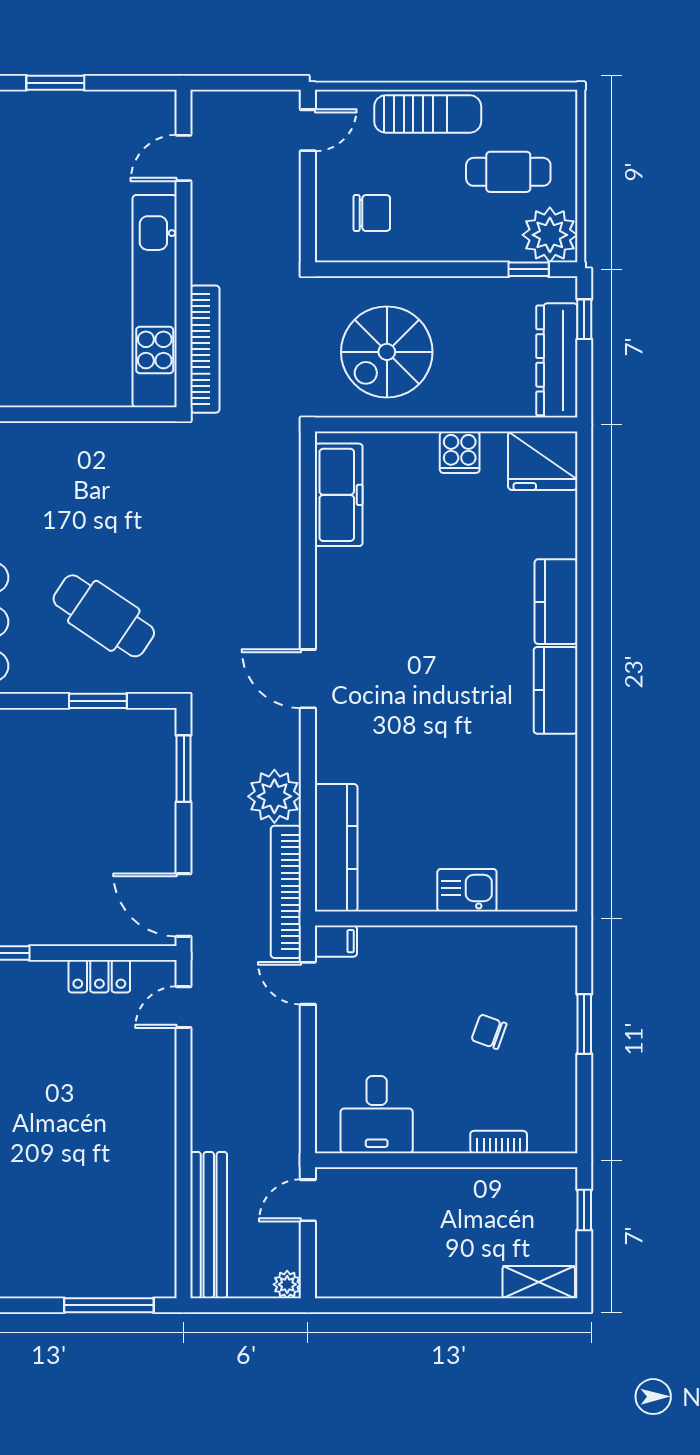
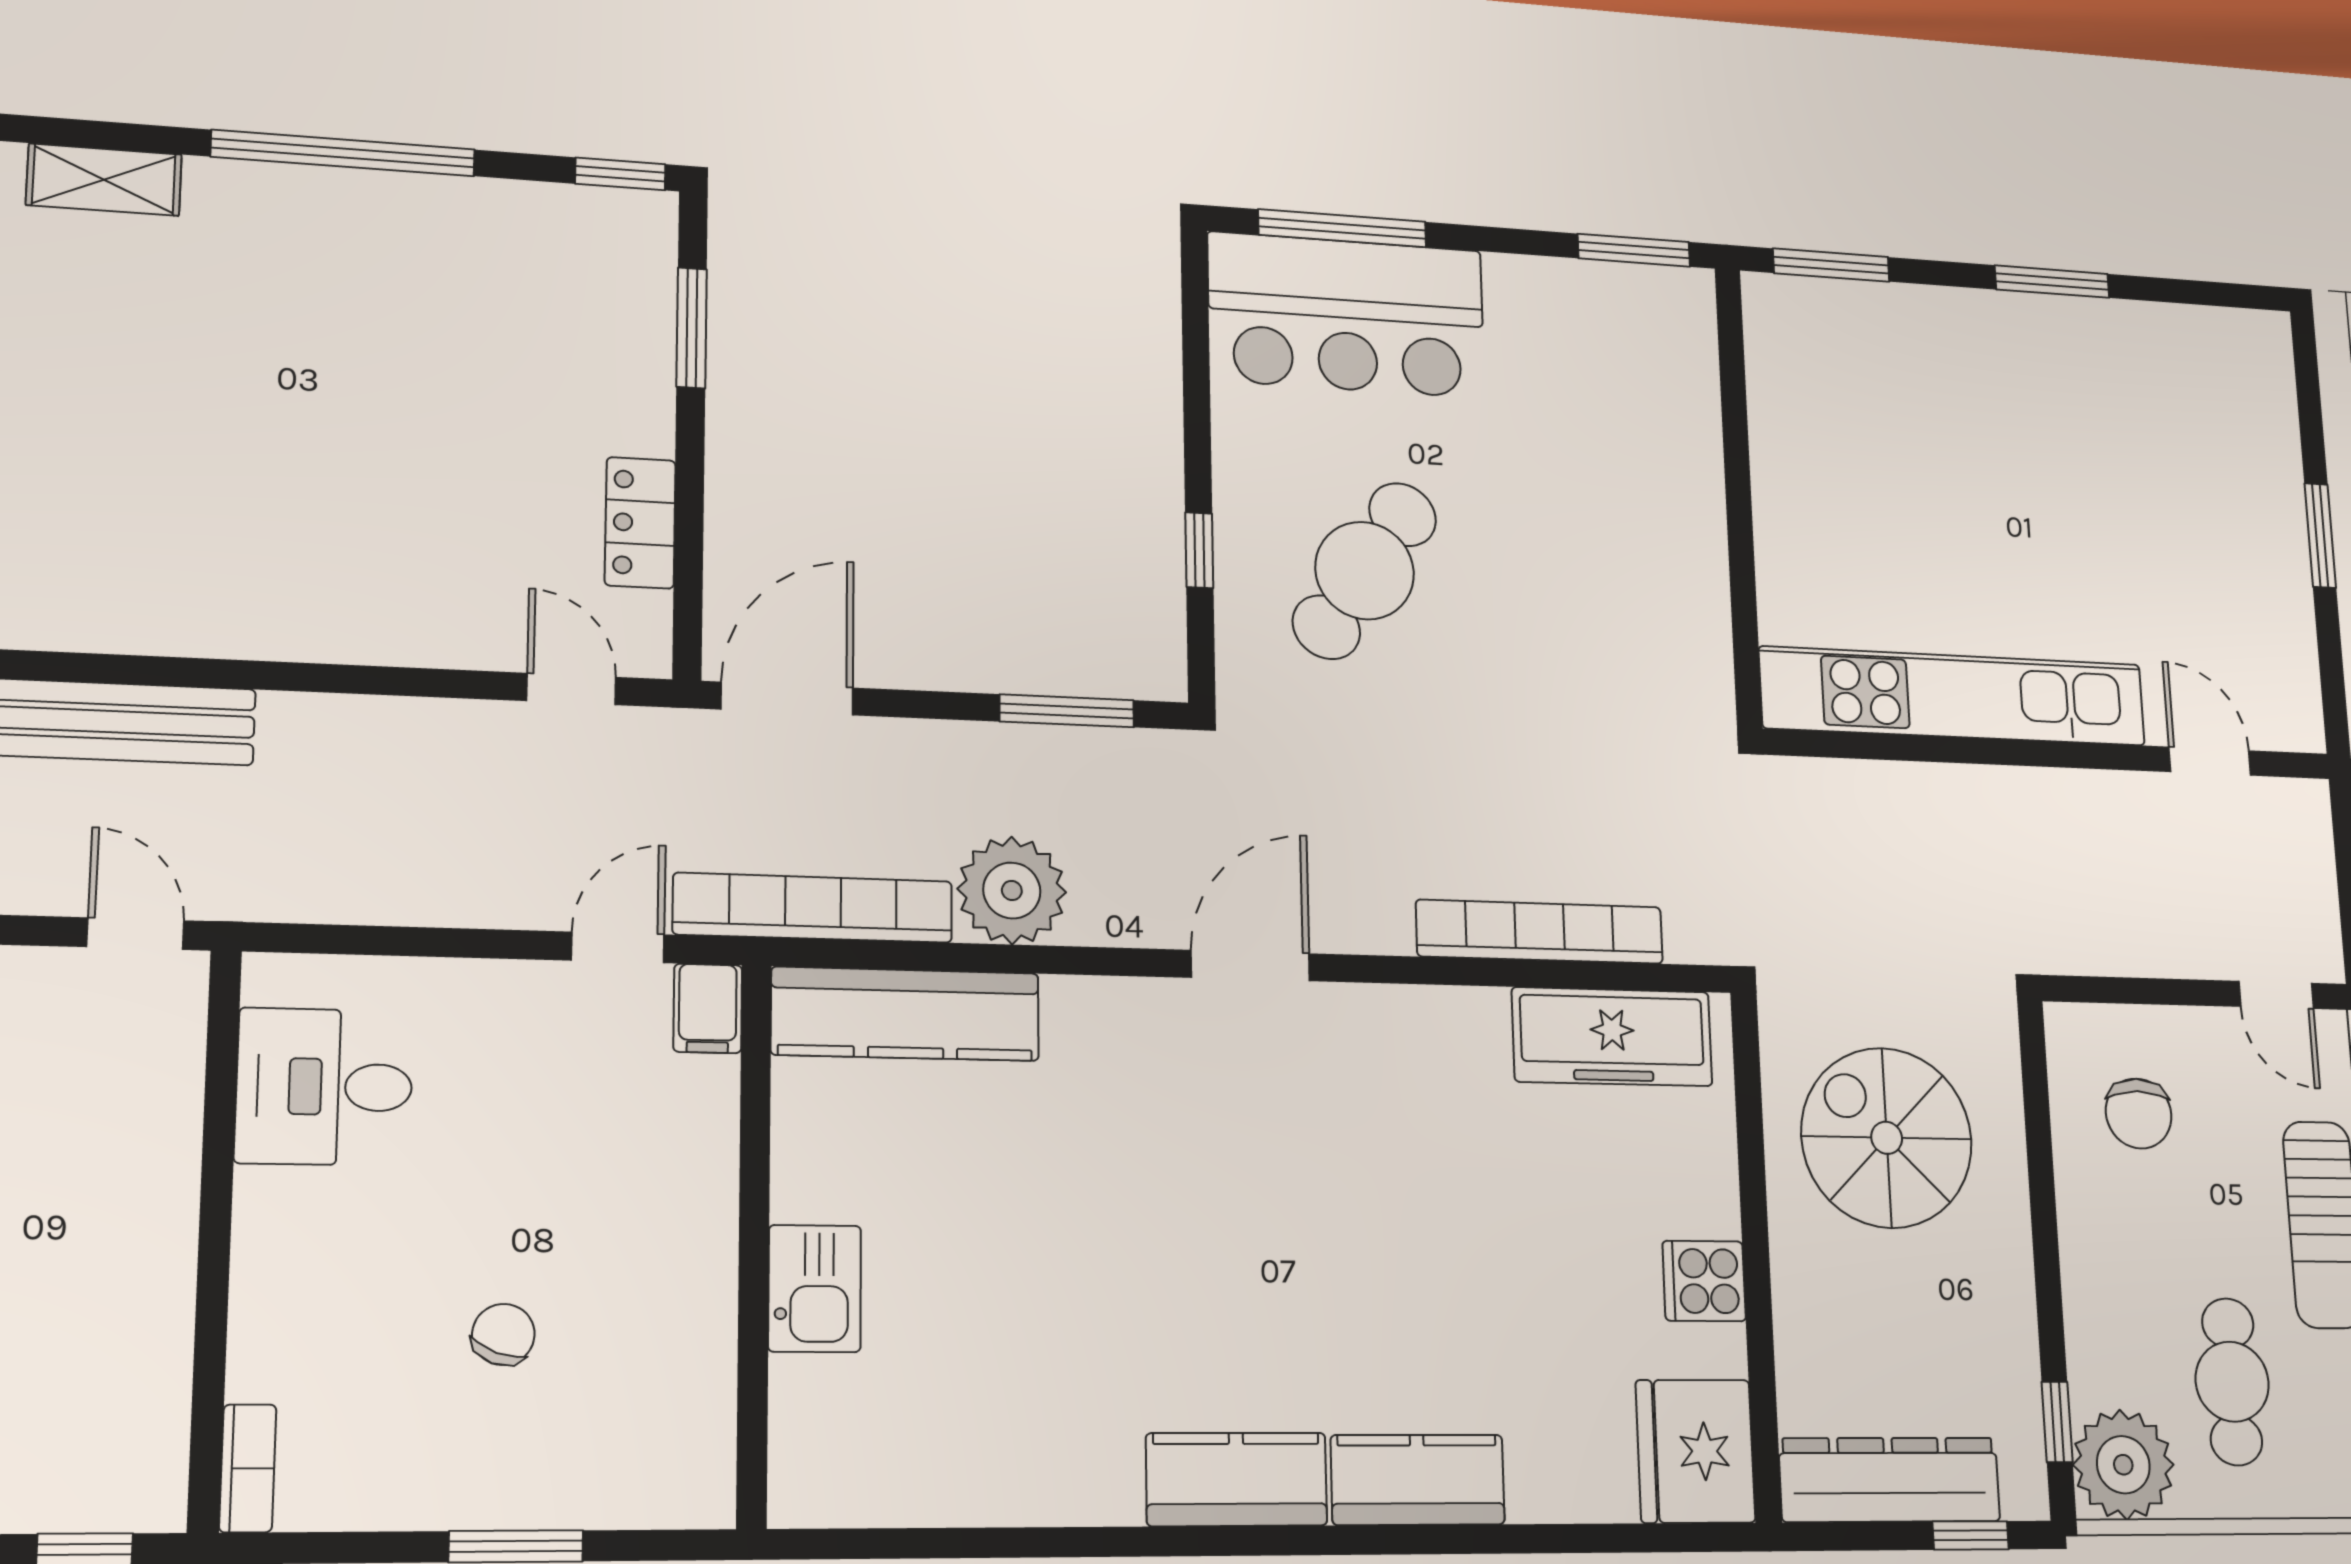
bookcase: (205, 349) -> (1540, 932), moved, turned 180
window: (98, 701) -> (1199, 550), width x0.67
bookcase: (499, 1142) -> (248, 1468), moved

